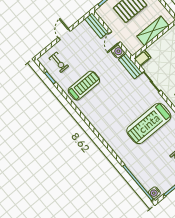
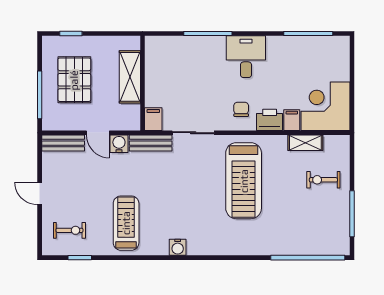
water cooler: (154, 193) -> (178, 247), moved

